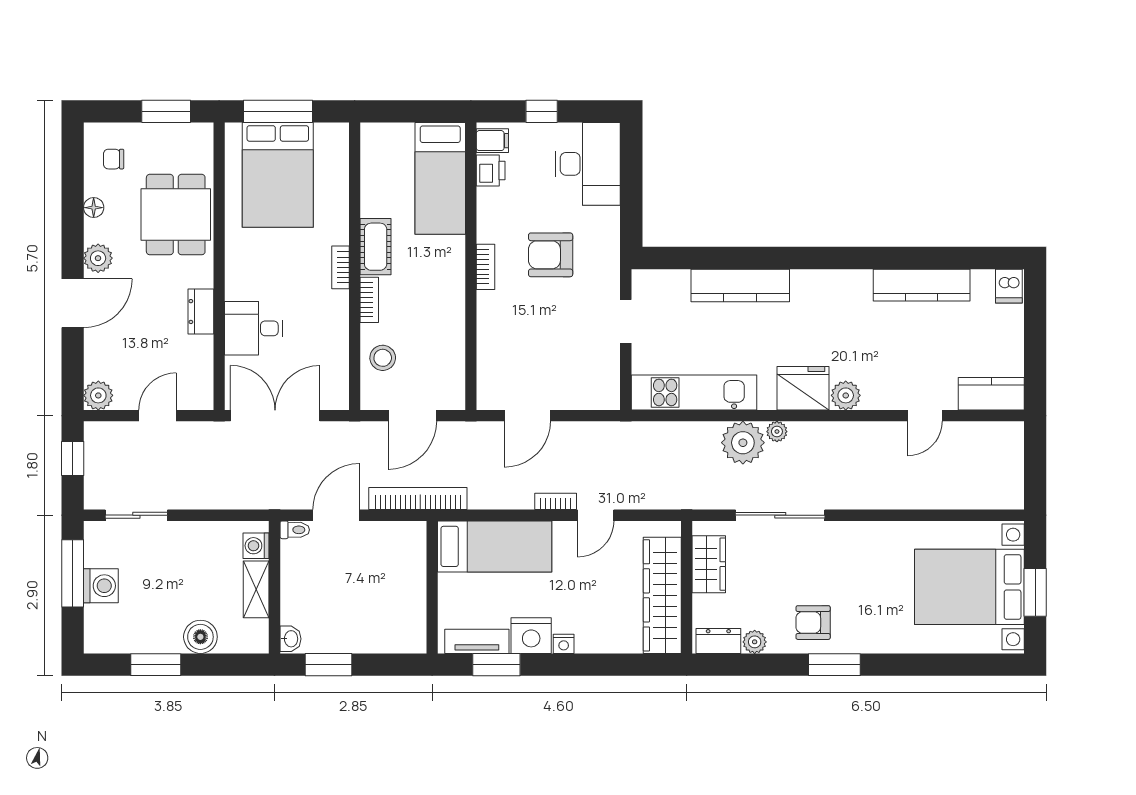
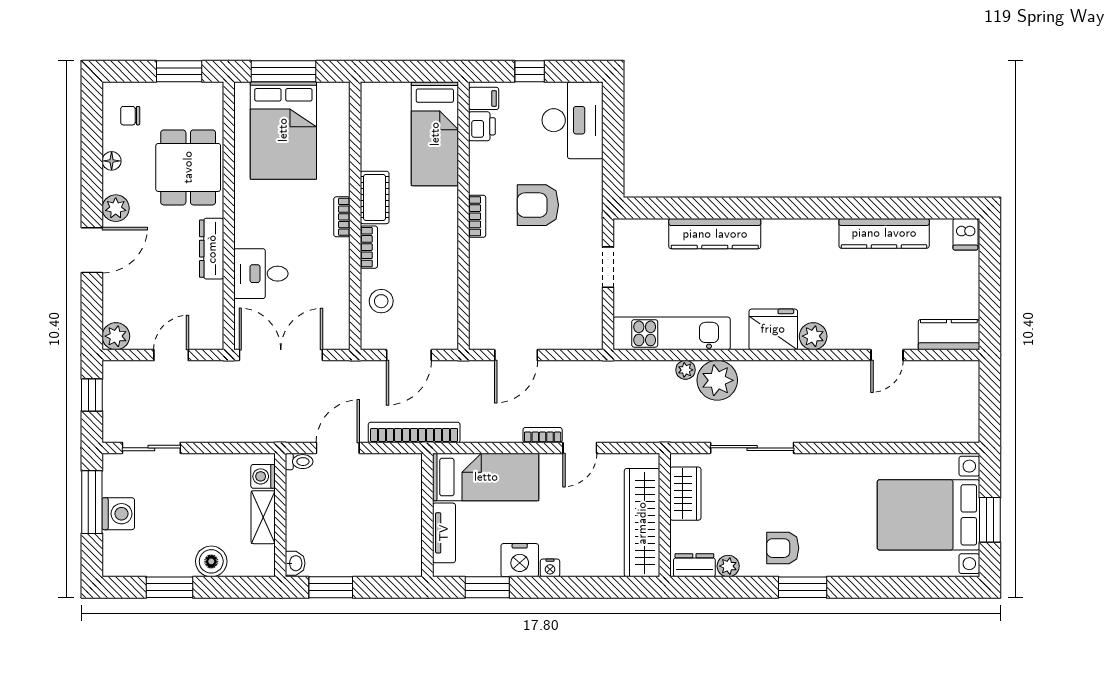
dresser: (201, 312) -> (212, 249), width x1.44
plant: (777, 432) -> (685, 370), moved
tv unit: (477, 641) -> (444, 533), moved, turned 90

